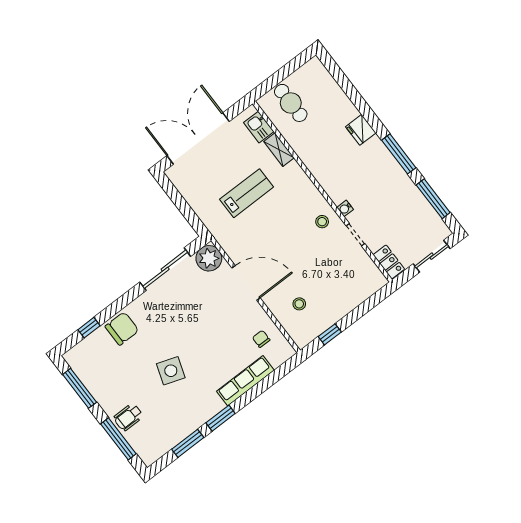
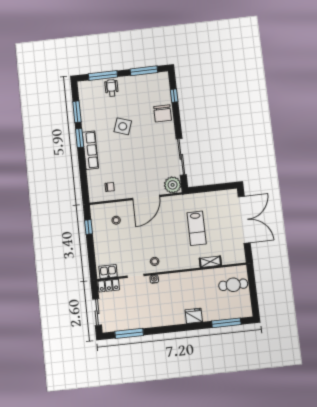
kitchen sink: (259, 127) -> (108, 271), moved
window: (399, 154) -> (226, 323), moved
row of seats: (245, 381) -> (90, 150), moved

